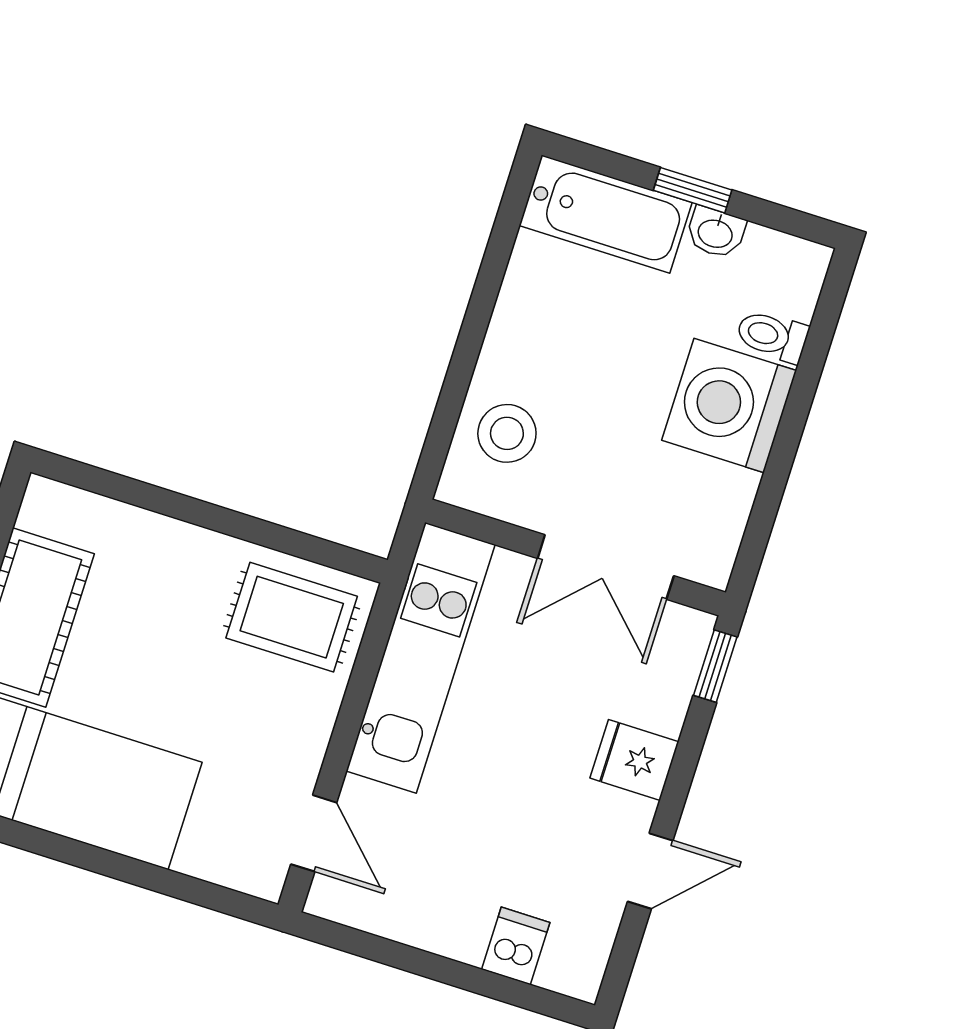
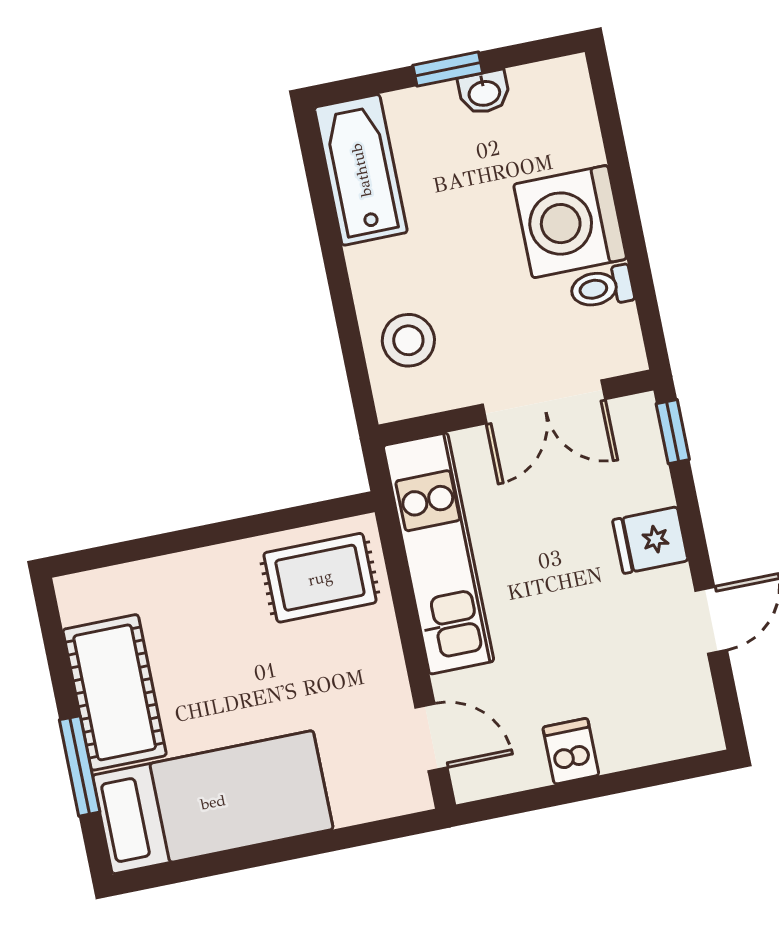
bathtub: (606, 214) -> (361, 170), moved, turned -90
toilet: (772, 336) -> (602, 288), moved
dishwasher: (516, 946) -> (571, 751), moved

